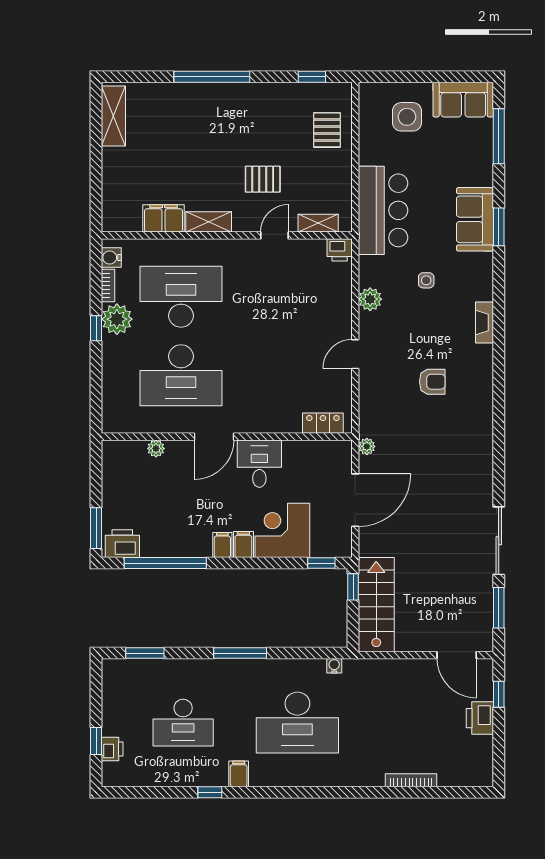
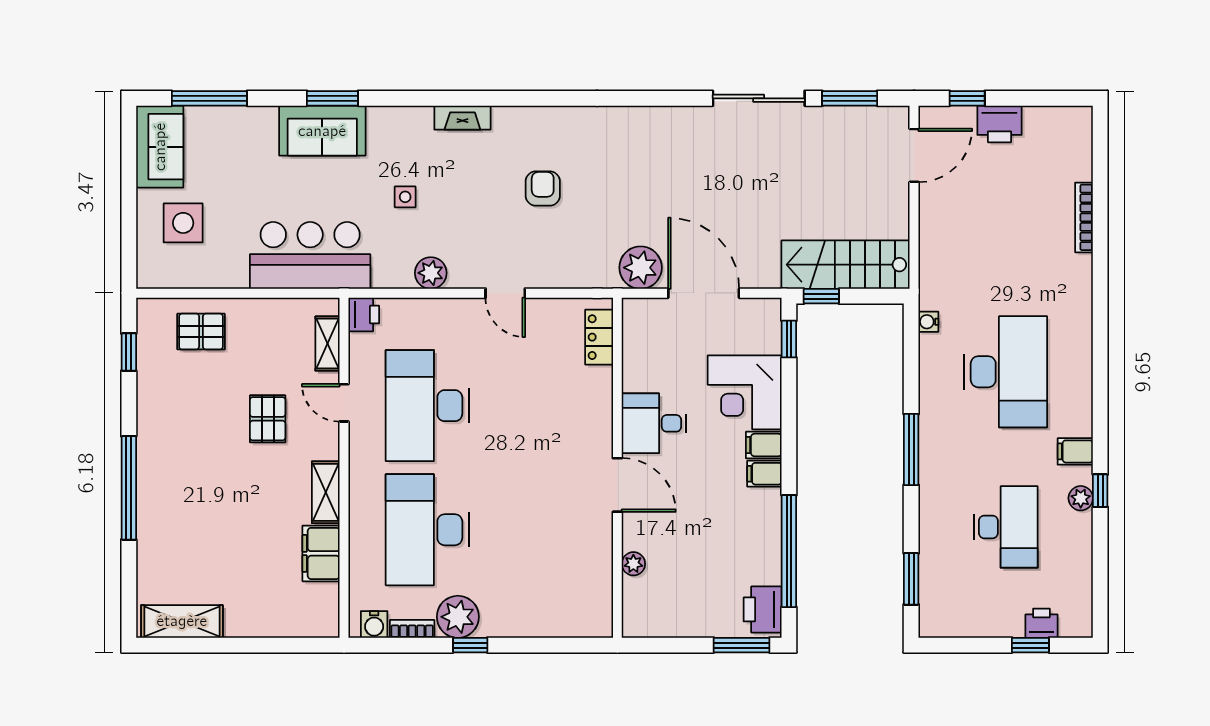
desk: (181, 375) -> (427, 406), moved, turned 180
plant: (367, 446) -> (641, 268), width x1.87, depth x1.87
plant: (204, 778) -> (1081, 498), added

